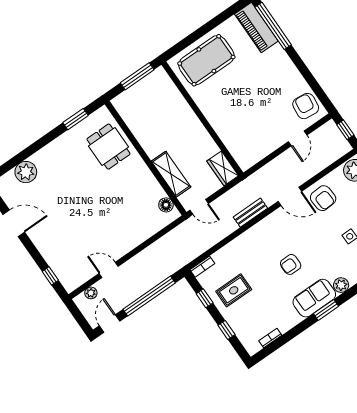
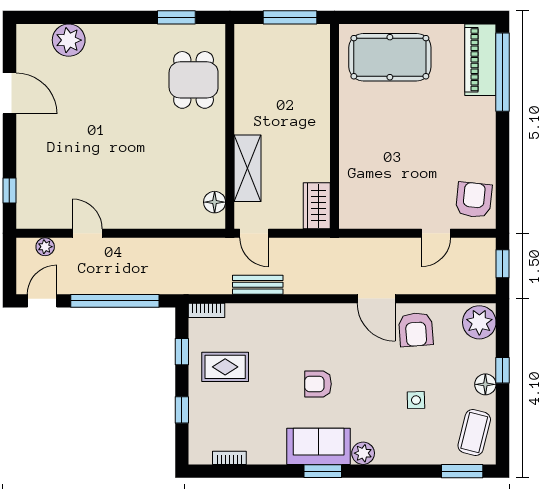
bench: (250, 213) -> (258, 285), moved

